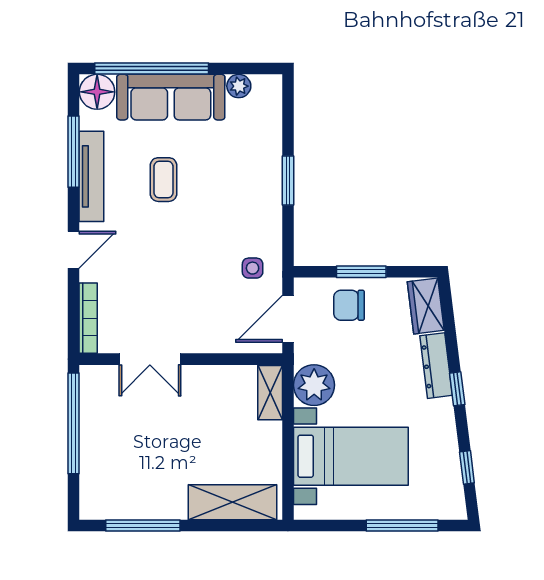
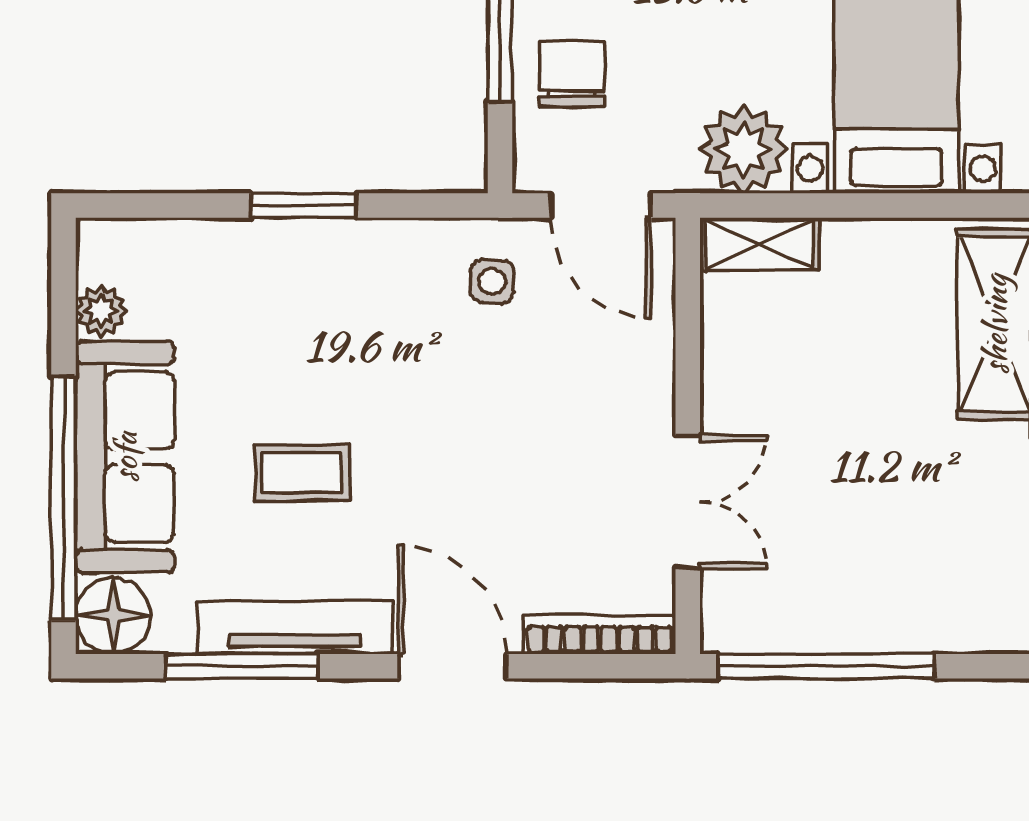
door: (74, 250) -> (453, 666), width x1.38
chair: (349, 305) -> (572, 74), turned 180

